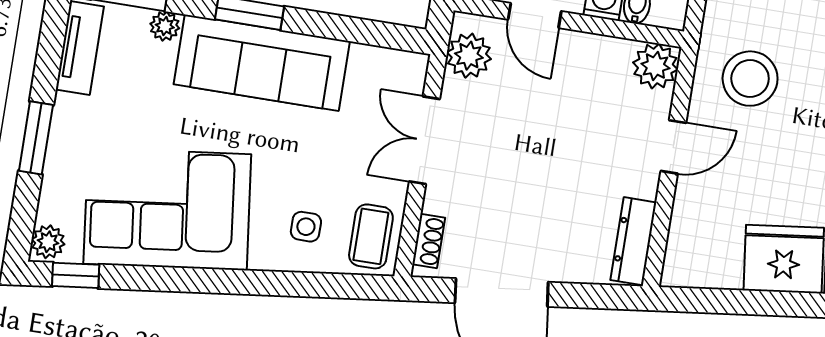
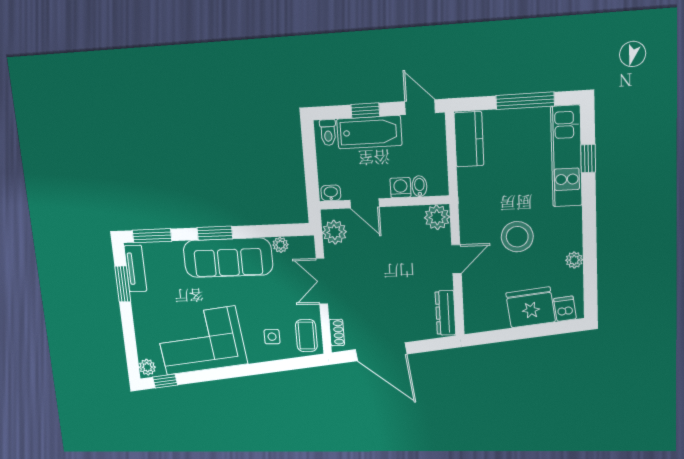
plant: (165, 26) -> (280, 245), moved
stool: (750, 79) -> (517, 237), moved
window: (36, 138) -> (123, 284), moved

